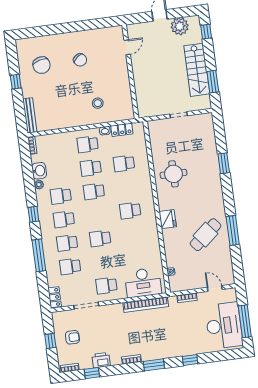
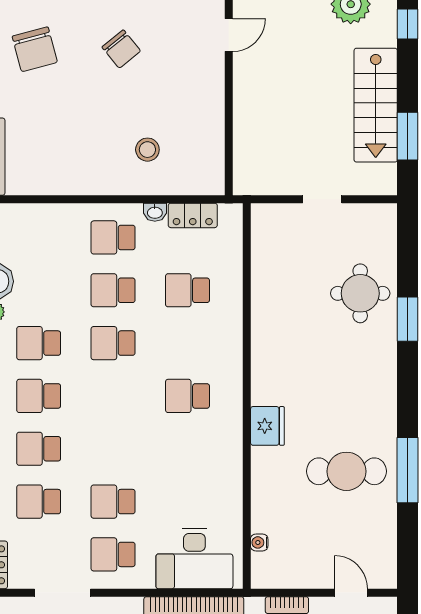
round table: (173, 174) -> (360, 293), moved
cafe table: (206, 235) -> (346, 471), turned 40
school desk: (100, 239) -> (113, 502), moved

